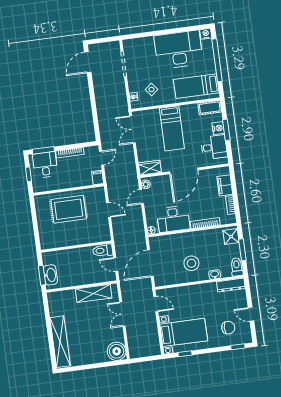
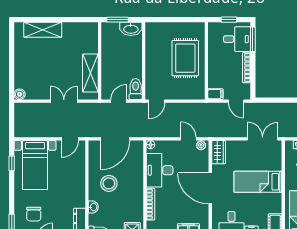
door: (108, 210) -> (157, 101), moved
door: (150, 263) -> (115, 139), swing flipped
washbasin: (50, 275) -> (131, 29), moved
shelving: (60, 342) -> (43, 30), width x0.68
boiler: (117, 351) -> (20, 94), width x0.54, depth x0.54

